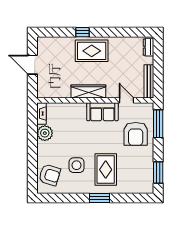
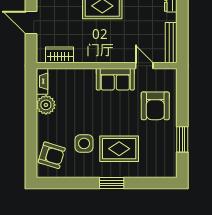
wardrobe: (88, 92) -> (60, 55), moved, width x0.67
window: (158, 124) -> (182, 94), removed
rug: (106, 170) -> (119, 149), turned 90
window: (158, 172) -> (182, 139), moved

